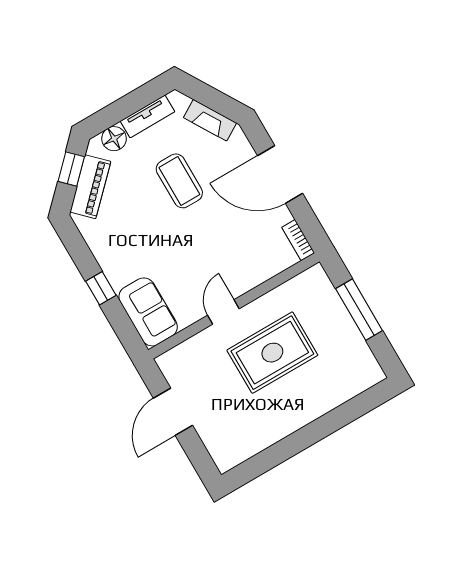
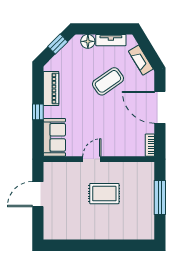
coffee table: (179, 181) -> (108, 81), turned 55
piano: (90, 187) -> (51, 88), moved, turned -45
rug: (272, 353) -> (104, 194), width x0.73, depth x0.70

